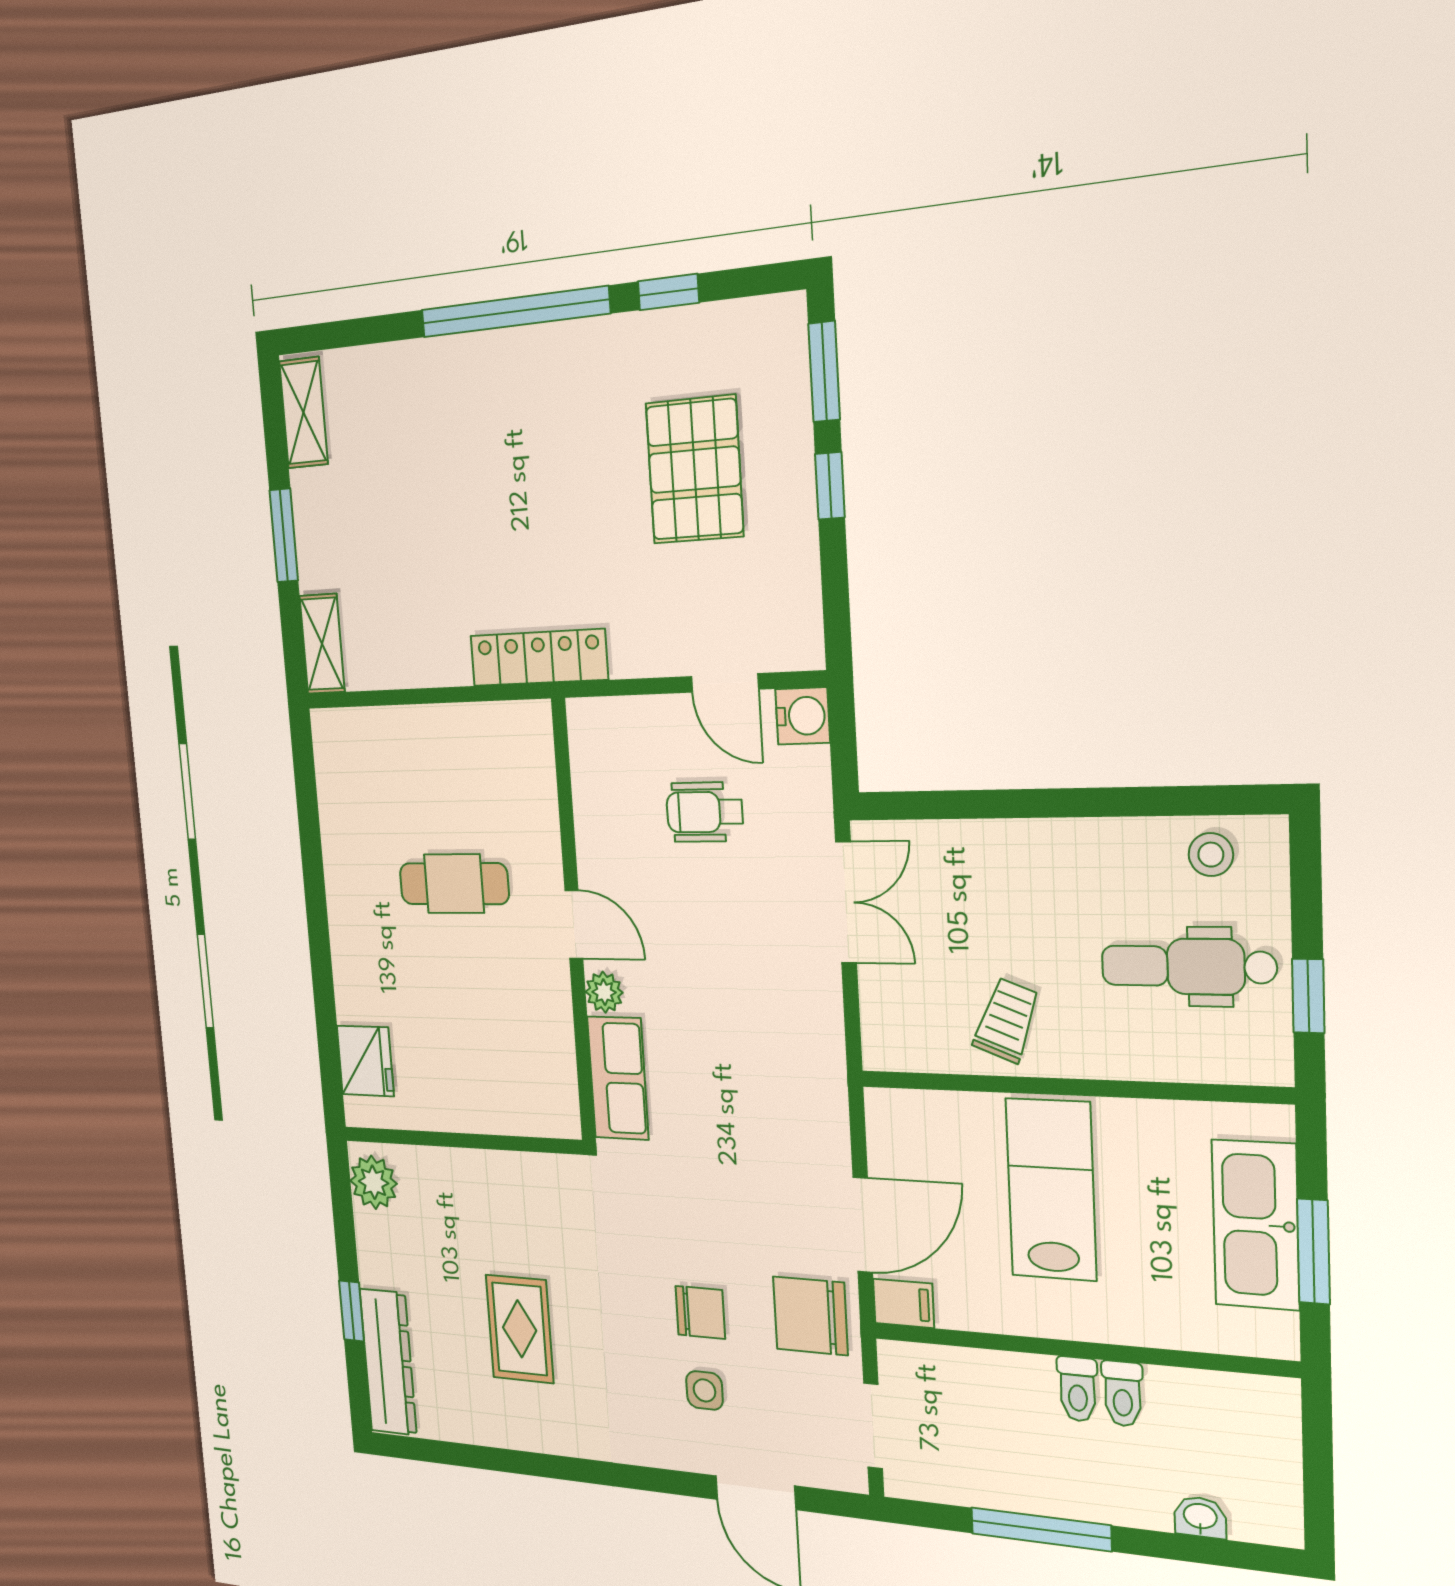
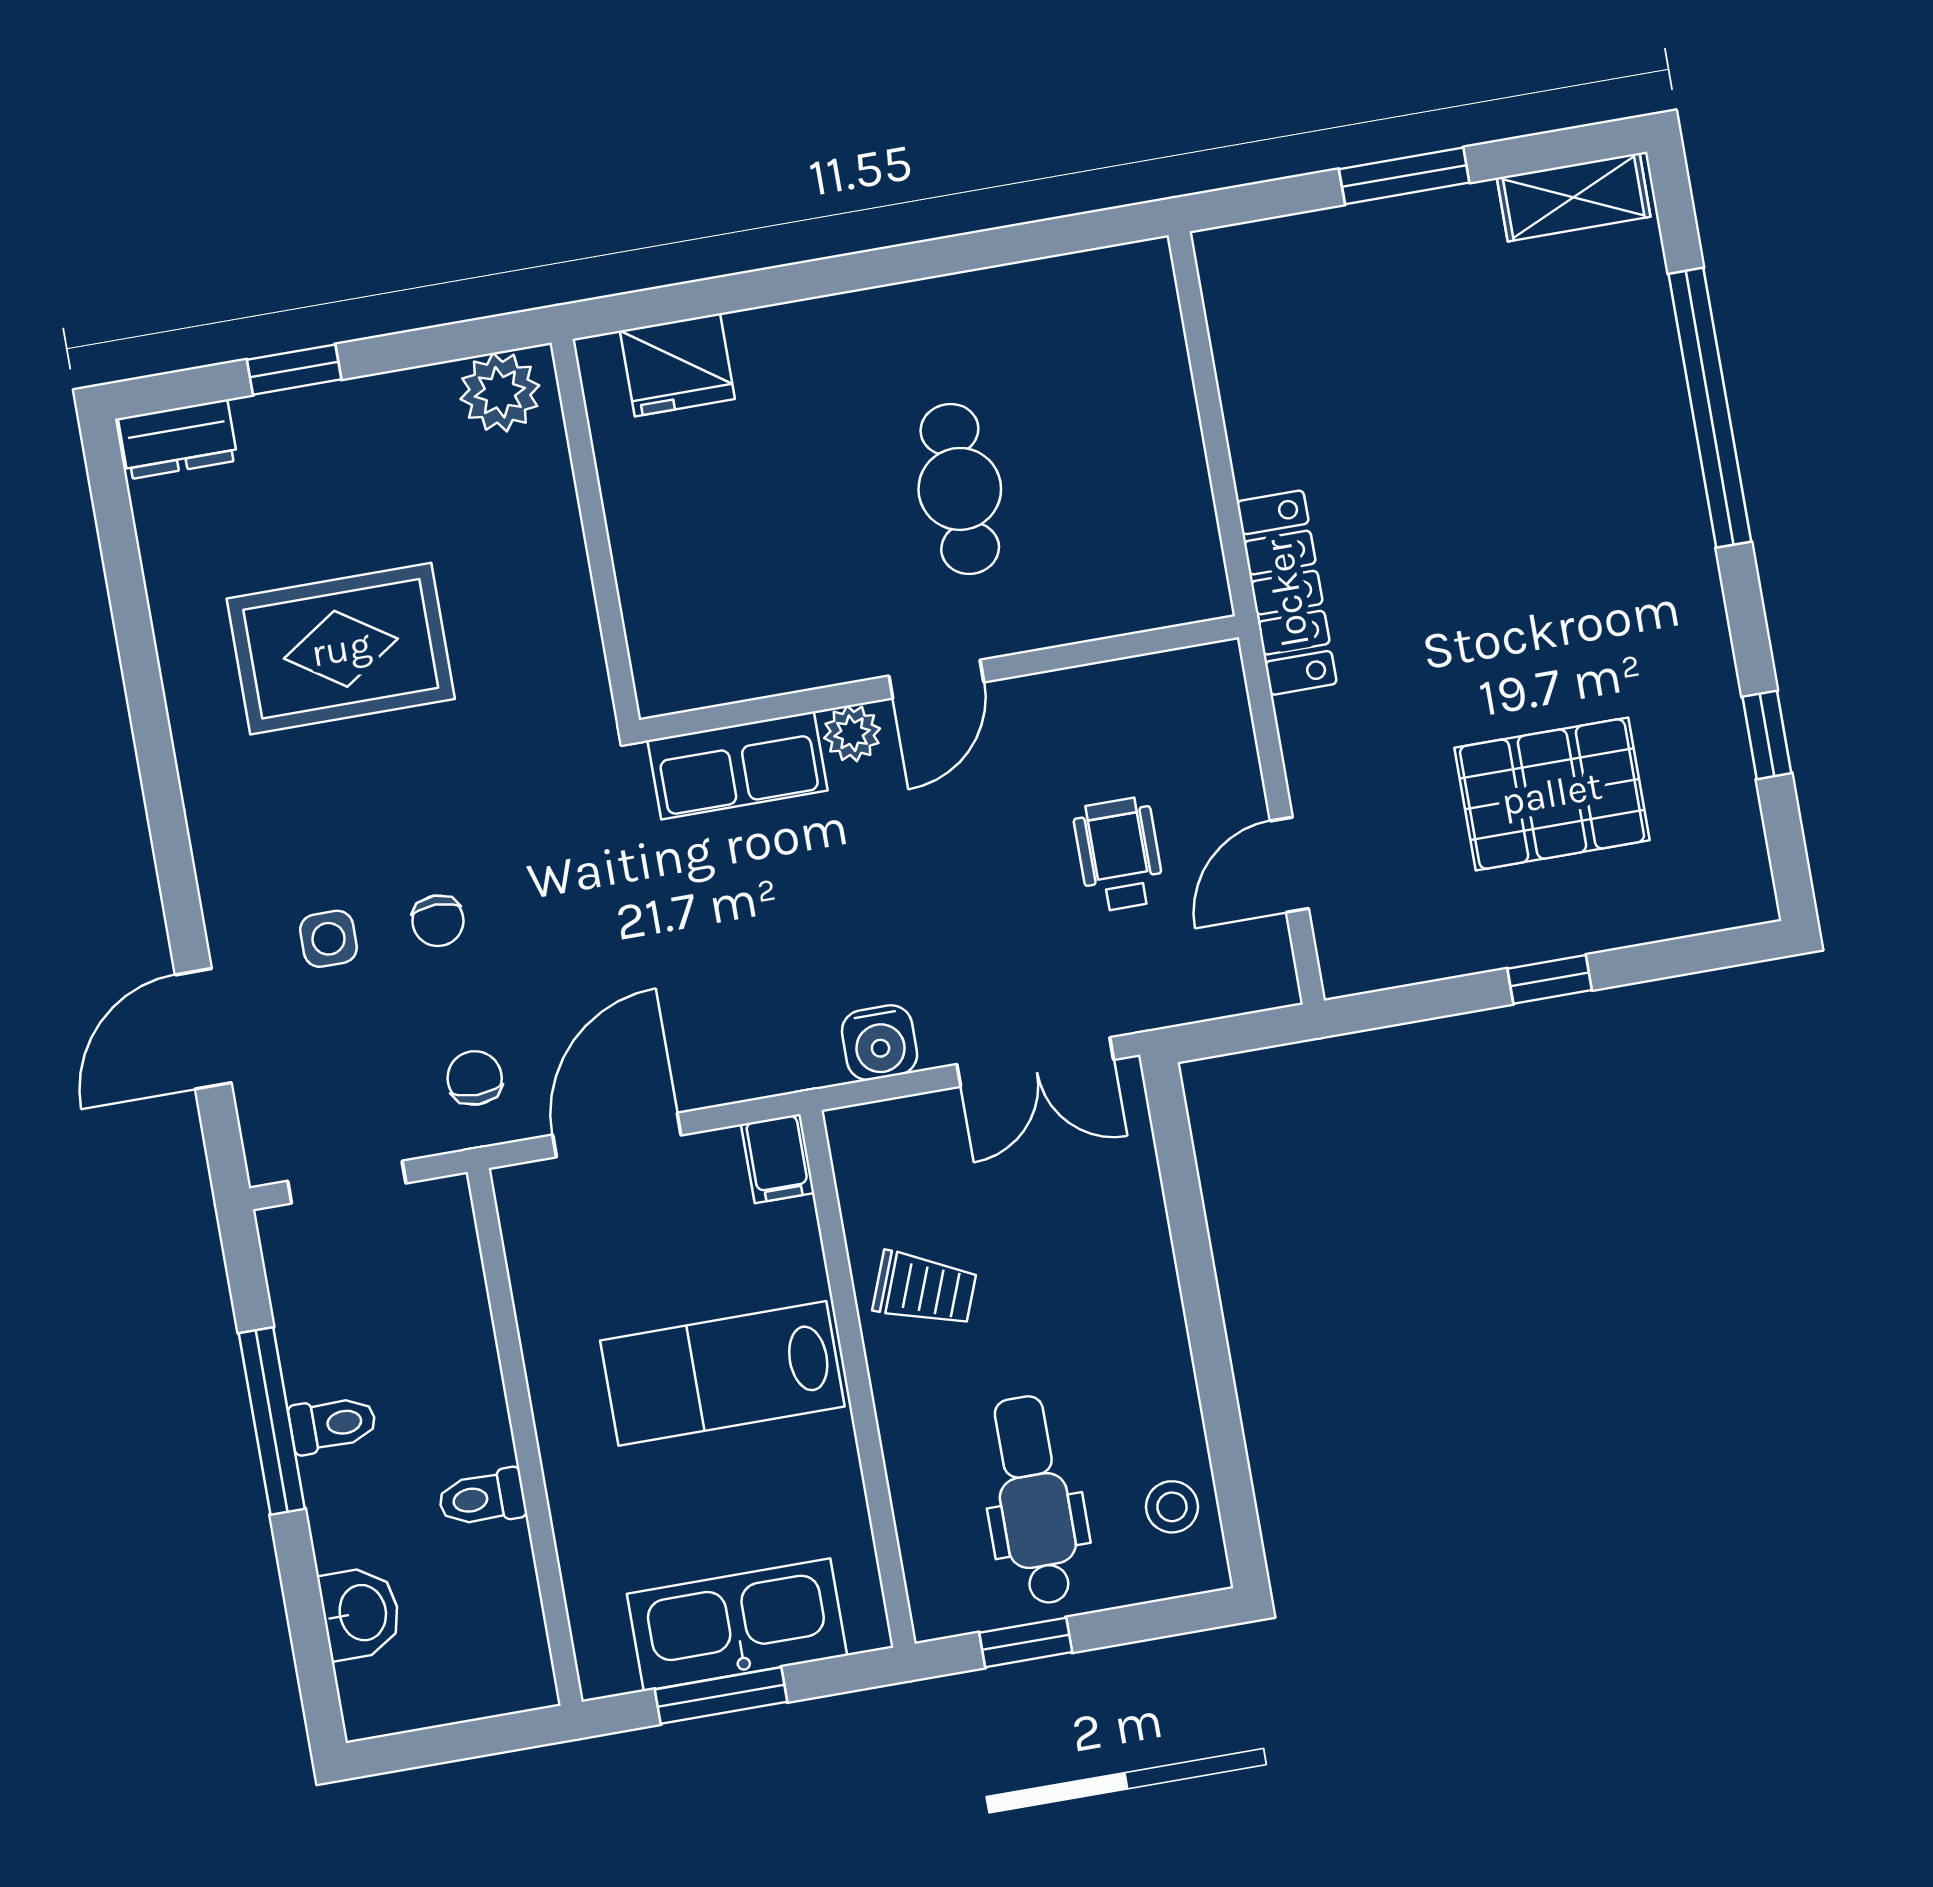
window: (514, 312) -> (1710, 408), moved
window: (824, 372) -> (1686, 956), removed
shelving: (322, 644) -> (1262, 250), removed
water cooler: (803, 716) -> (880, 1043), moved
lab bench: (1051, 1189) -> (722, 1373), turned 180
door: (863, 1225) -> (617, 1135), swing flipped
filing cabinet: (904, 1303) -> (778, 1159), moved
chair: (700, 1312) -> (438, 921), width x0.73, depth x0.73
chair: (810, 1316) -> (475, 1078), width x0.54, depth x0.54
rug: (520, 1329) -> (341, 649), width x1.36, depth x1.43
dresser: (388, 1362) -> (178, 439), width x0.51, depth x0.80
toilet: (1078, 1389) -> (333, 1424), moved, turned 180
washbasin: (1200, 1517) -> (361, 1613), width x1.38, depth x1.45

